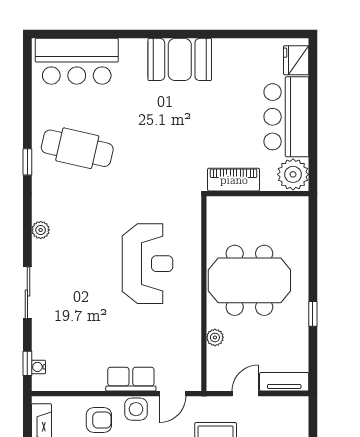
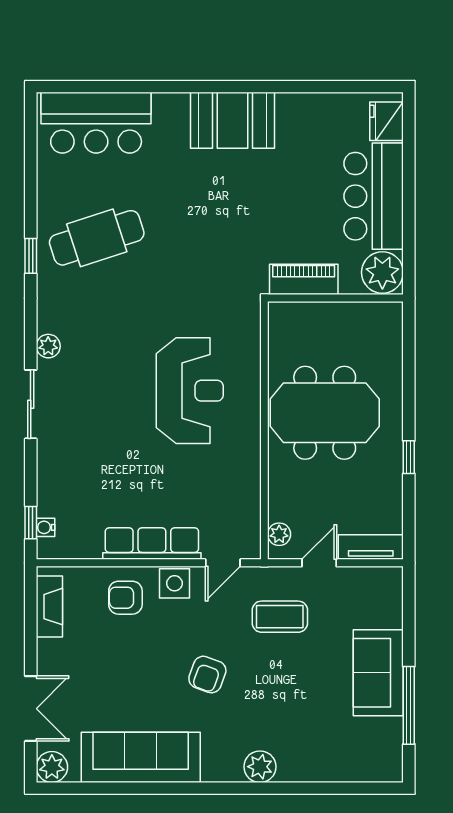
cafe table: (77, 148) -> (97, 238), turned -31
sliding door: (27, 293) -> (31, 404), moved
plant: (215, 337) -> (279, 534), moved
row of seats: (131, 379) -> (152, 544), width x1.48
armchair: (99, 420) -> (125, 598), turned 180

